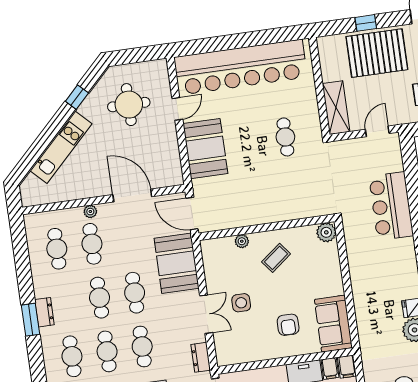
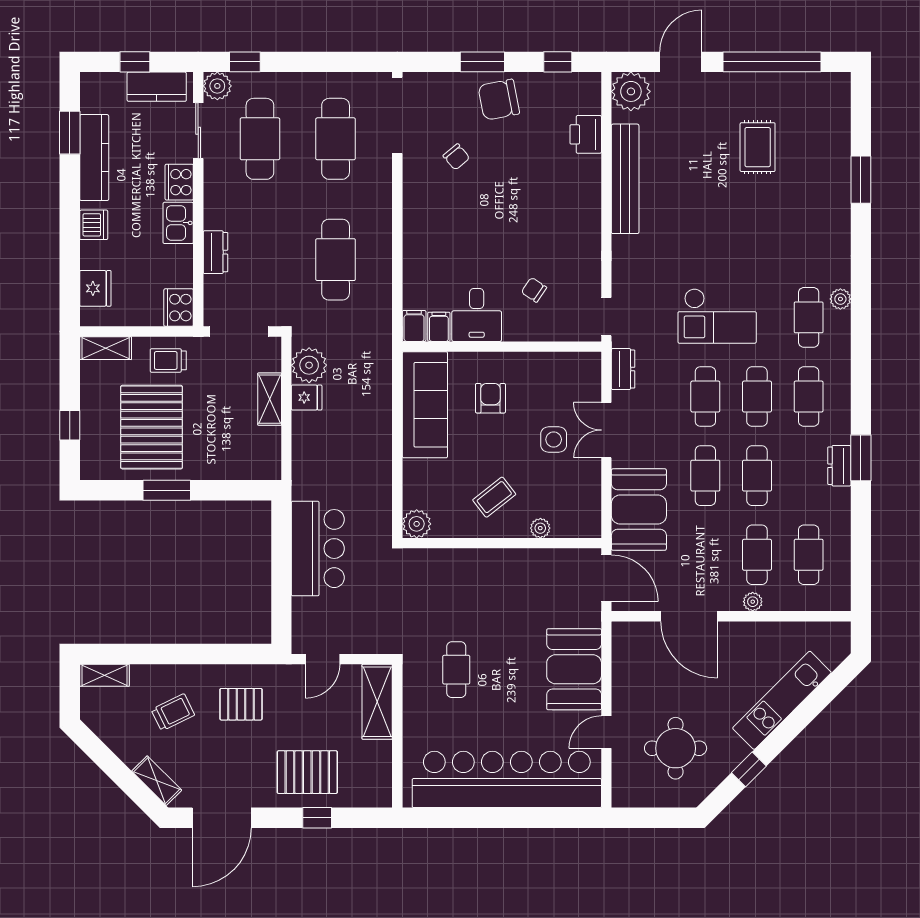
pallet: (377, 53) -> (307, 772), width x0.73, depth x0.71
sofa: (333, 324) -> (425, 405), width x1.36

